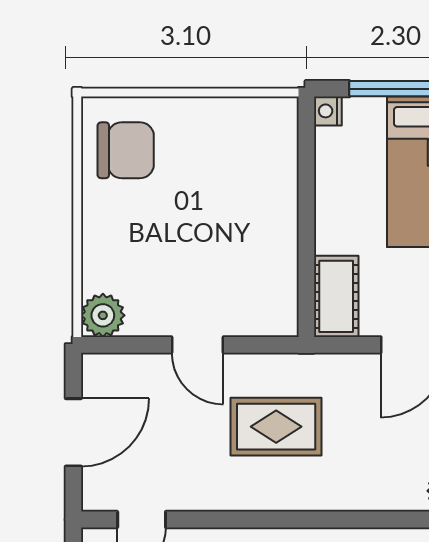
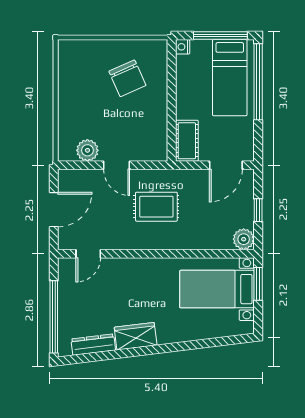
chair: (126, 150) -> (127, 78), moved, turned 66
plant: (103, 315) -> (87, 150), moved

